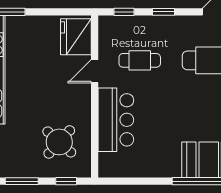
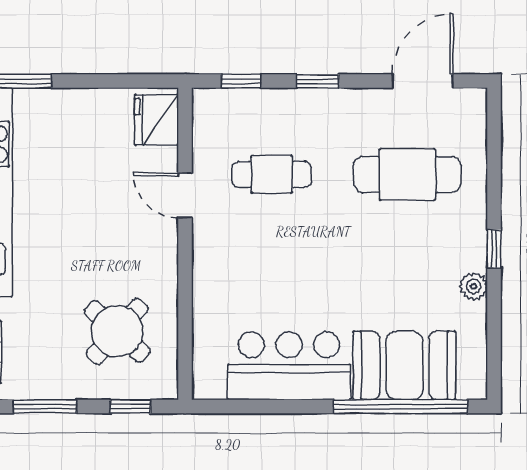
fridge: (76, 37) -> (157, 120), width x0.73, depth x0.75
door: (95, 71) -> (185, 195), hinge flipped
bar counter: (116, 120) -> (289, 366), moved, turned -90

